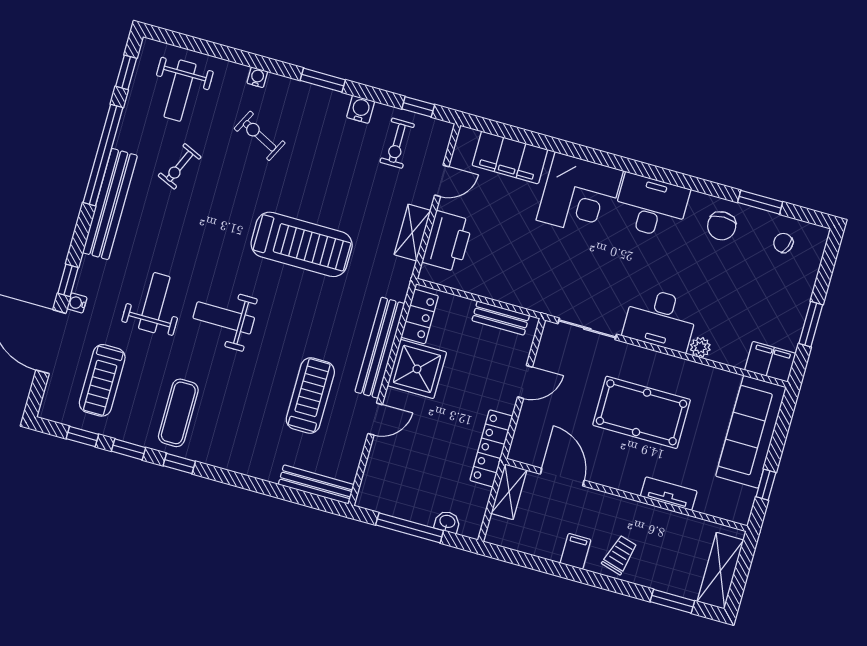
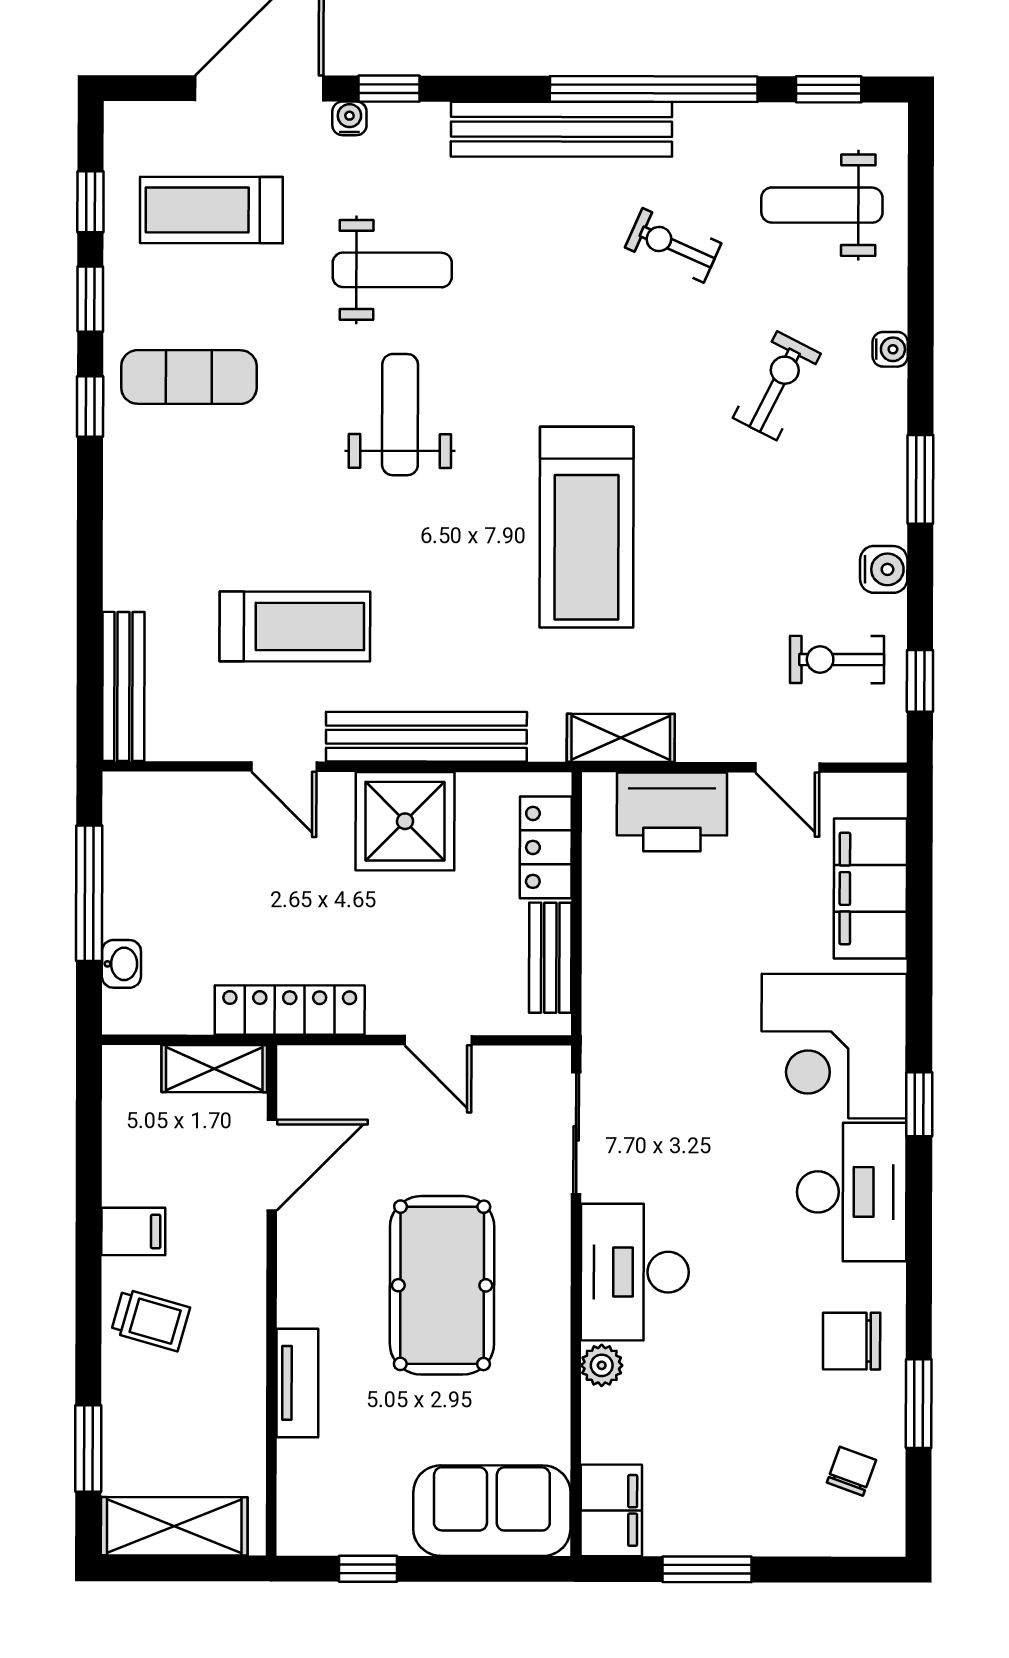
window: (618, 163) -> (919, 1104), added
shelving: (412, 233) -> (621, 738), moved
locker: (420, 316) -> (546, 847), moved, turned 90
sofa: (751, 432) -> (492, 1511), width x0.73

